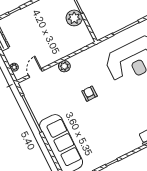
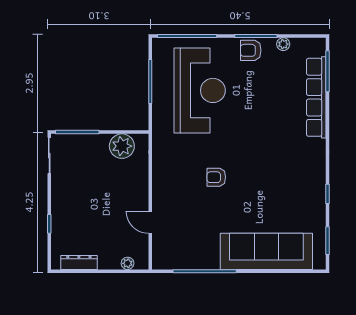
plant: (74, 18) -> (122, 146), moved
plant: (64, 66) -> (161, 193), removed
door: (35, 73) -> (150, 222), moved

